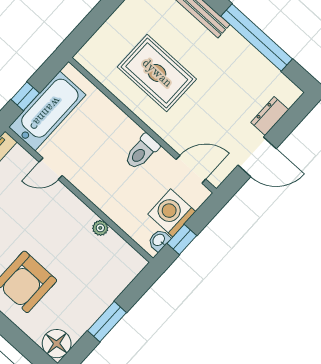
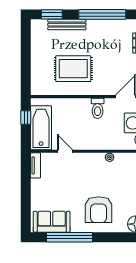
window: (25, 96) -> (26, 117), moved
door: (51, 169) -> (65, 151), swing flipped

